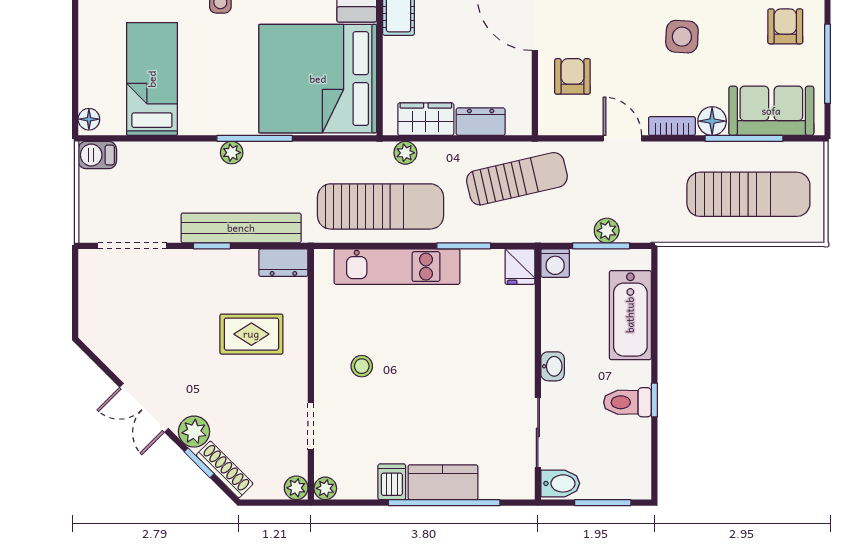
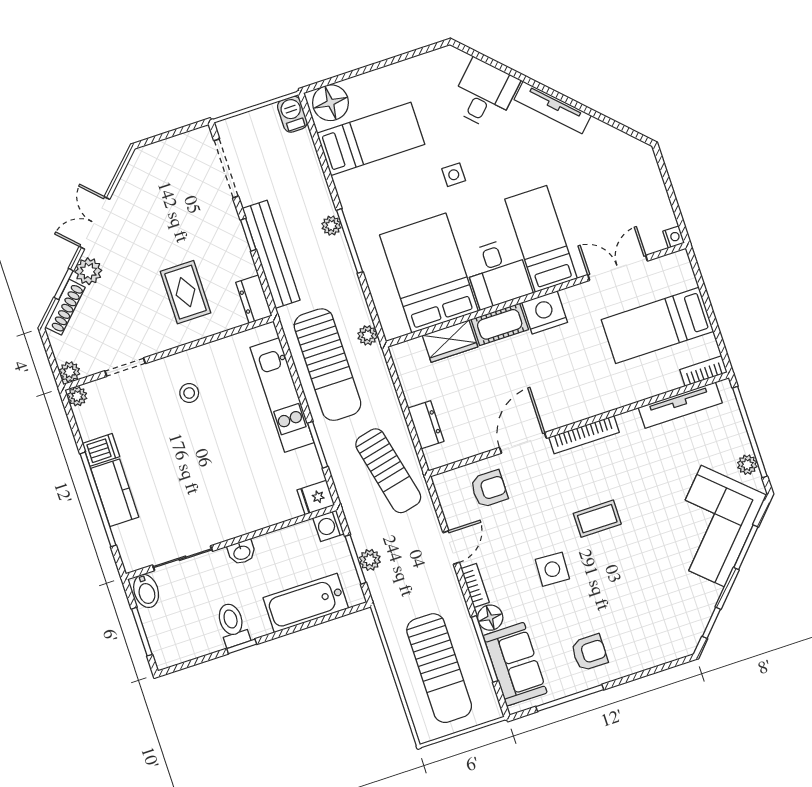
bed: (318, 79) -> (429, 273), width x0.73
floor lamp: (89, 119) -> (331, 103), width x1.89, depth x1.89
wardrobe: (426, 119) -> (450, 341), moved, turned 90
plant: (405, 153) -> (368, 335), moved

